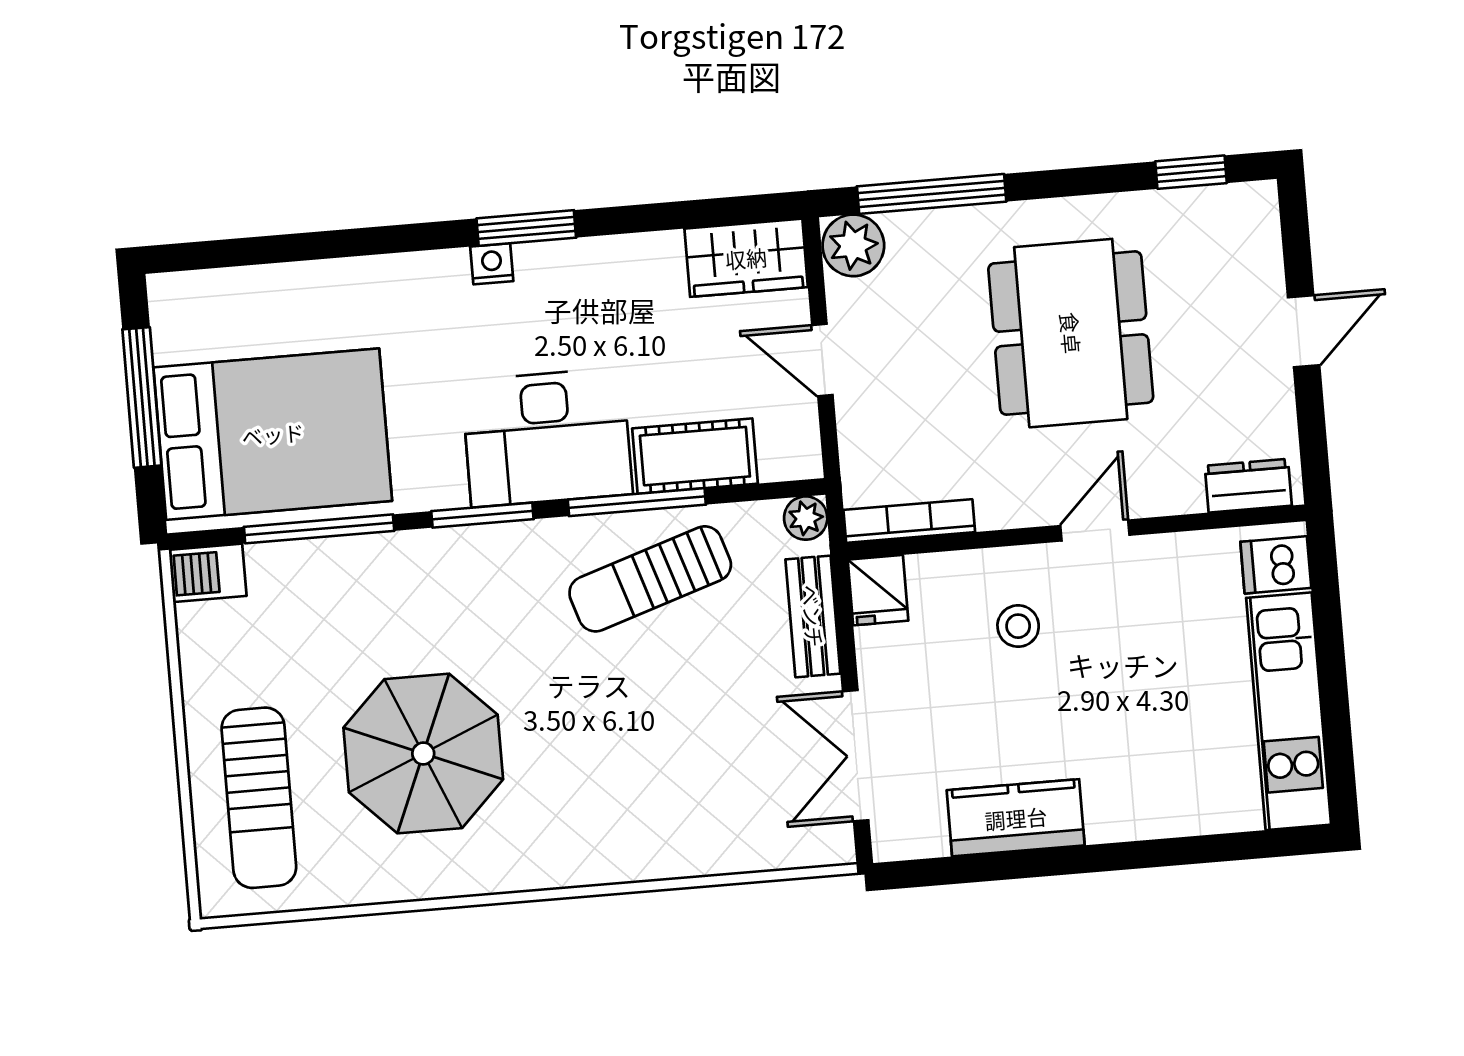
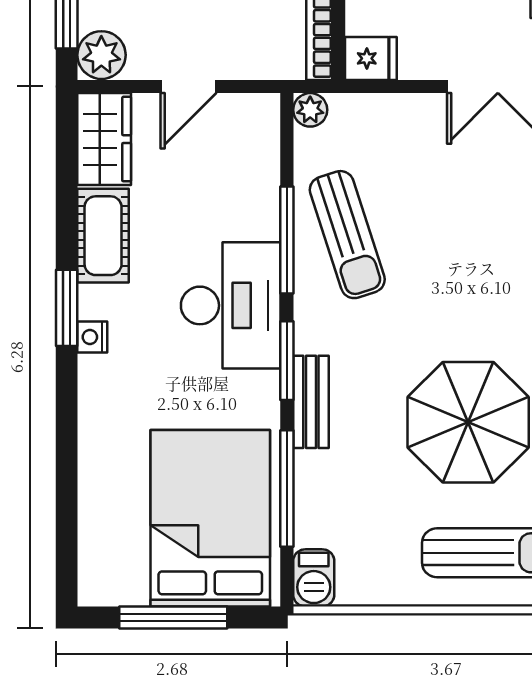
cot: (695, 456) -> (103, 236), moved
bench: (813, 616) -> (311, 402), moved, turned 90

